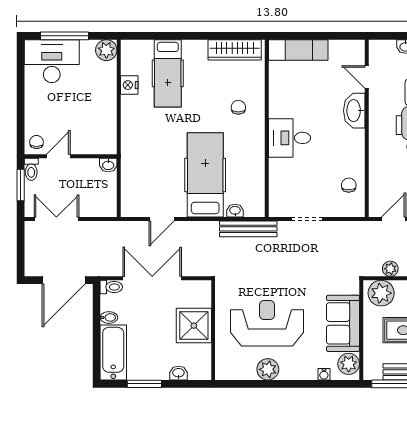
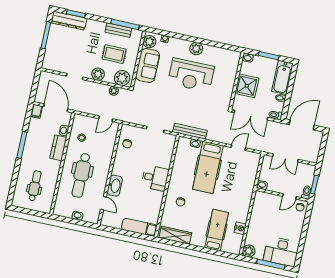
double door: (56, 219) -> (285, 158), moved
shower: (194, 326) -> (247, 86), moved
wall: (213, 330) -> (236, 81), moved

